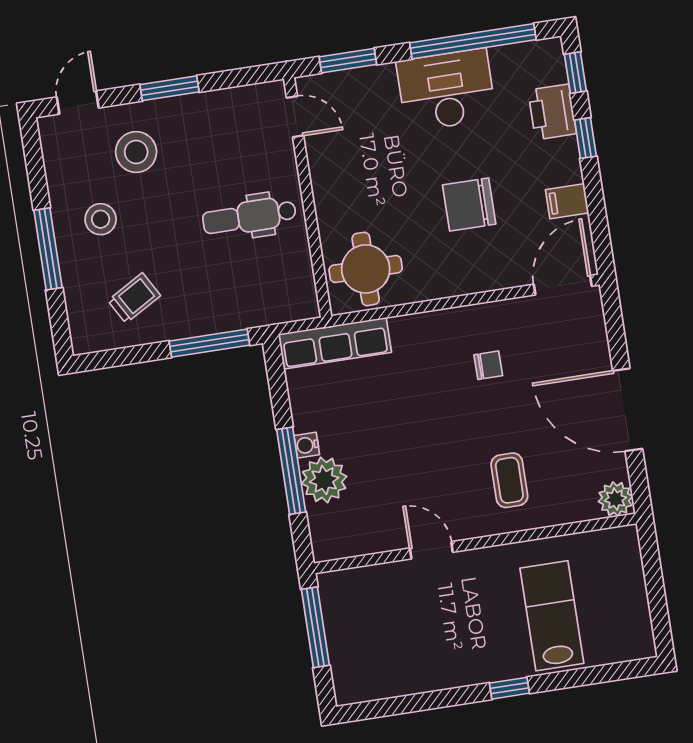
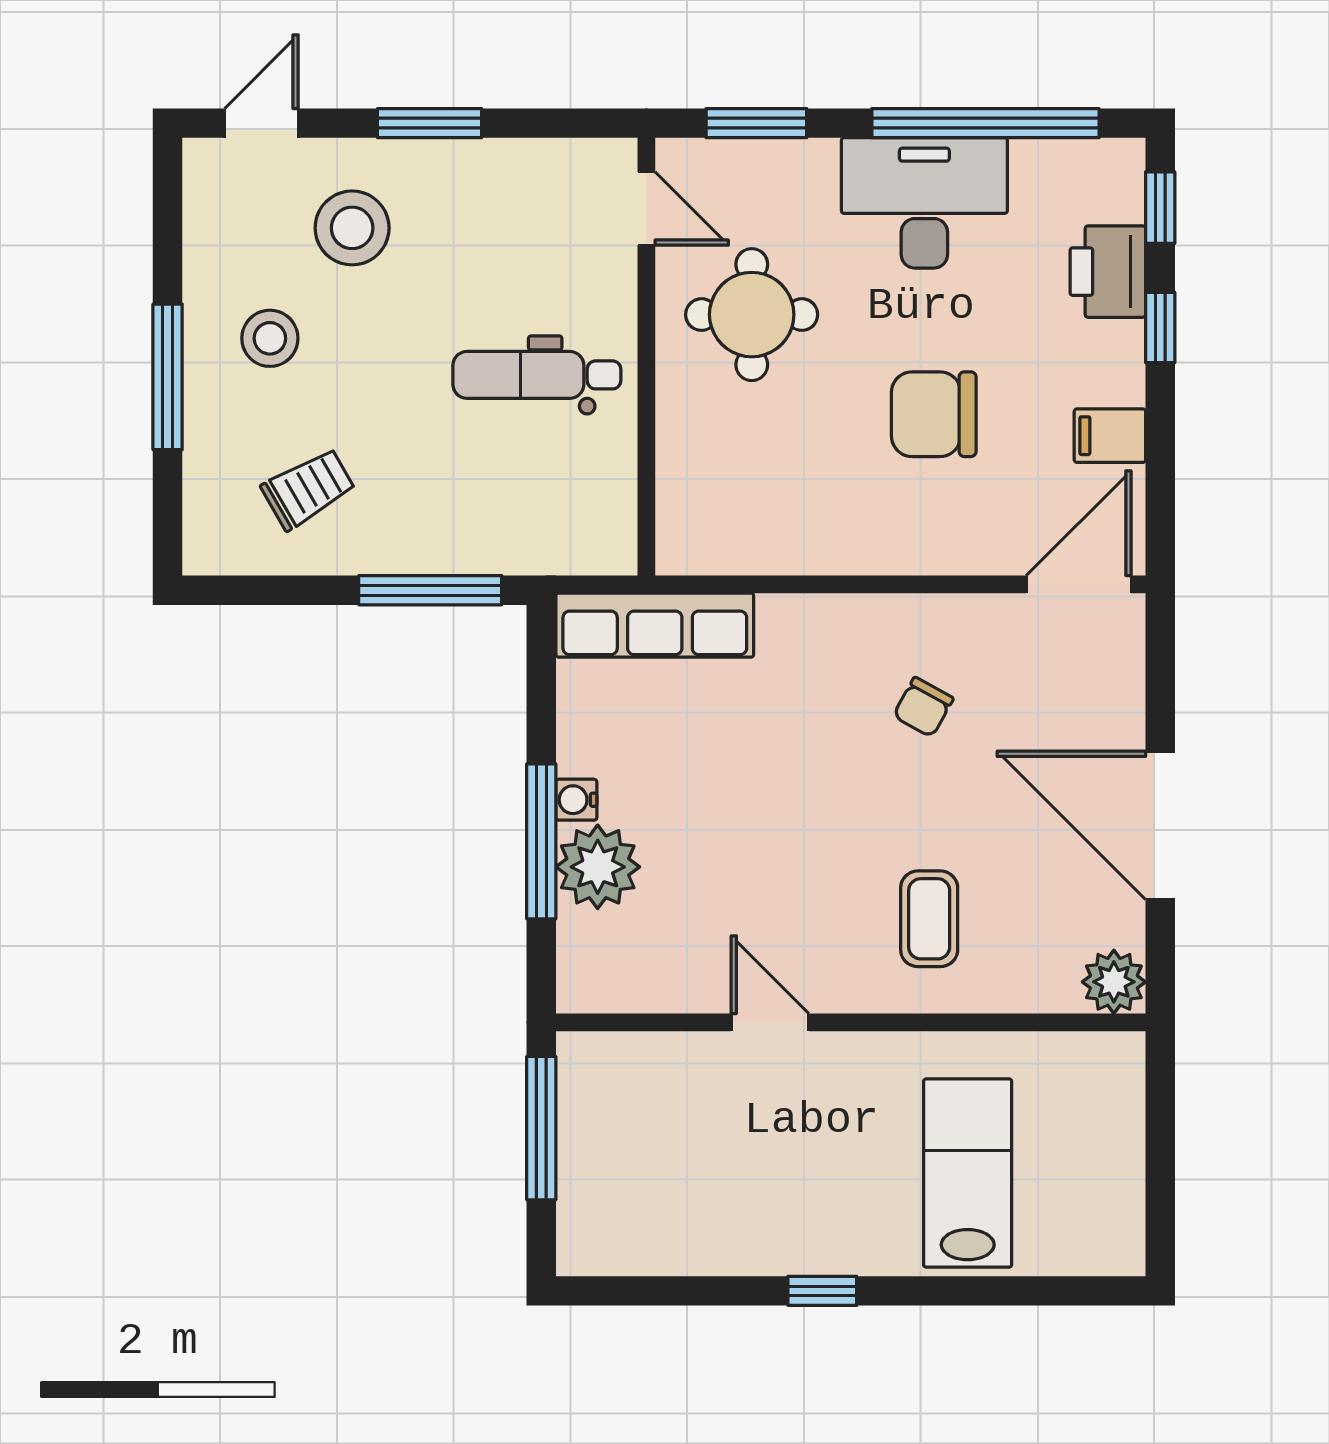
round table: (366, 269) -> (752, 315), moved
chair: (488, 365) -> (923, 707), turned 119
window: (509, 688) -> (822, 1291), moved

